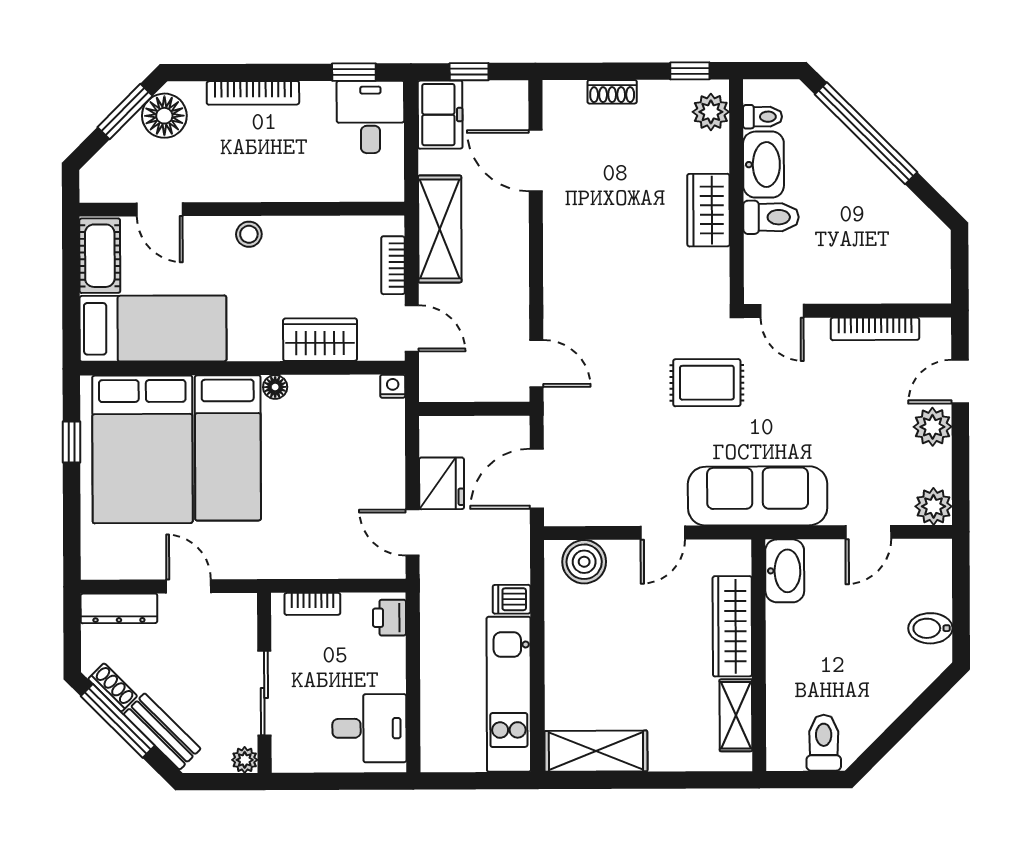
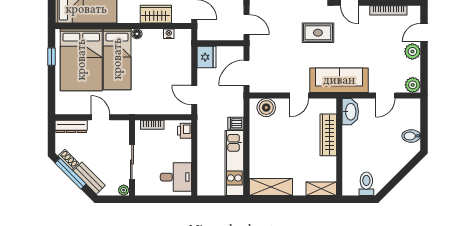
nightstand: (393, 386) -> (169, 34), moved
fridge: (442, 483) -> (207, 57), moved
shelving: (736, 715) -> (321, 189), moved, turned 90

